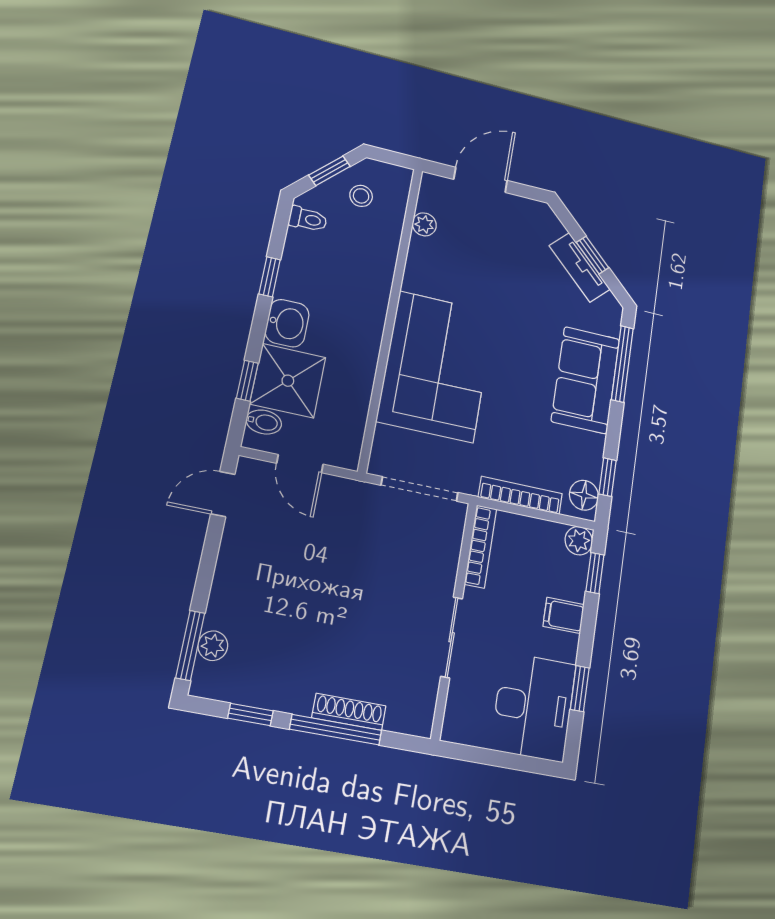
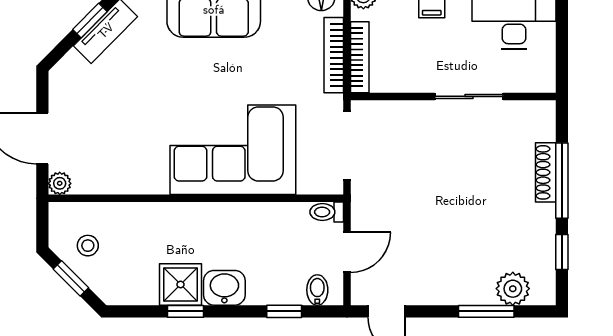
toilet: (308, 219) -> (327, 212), moved, turned -90
plant: (424, 224) -> (60, 183), moved
shower: (288, 381) -> (181, 284), moved, width x0.73, depth x0.73
bookcase: (481, 546) -> (360, 57), moved, turned 90
window: (190, 645) -> (486, 311), moved
plant: (213, 646) -> (513, 289), width x1.38, depth x1.38

